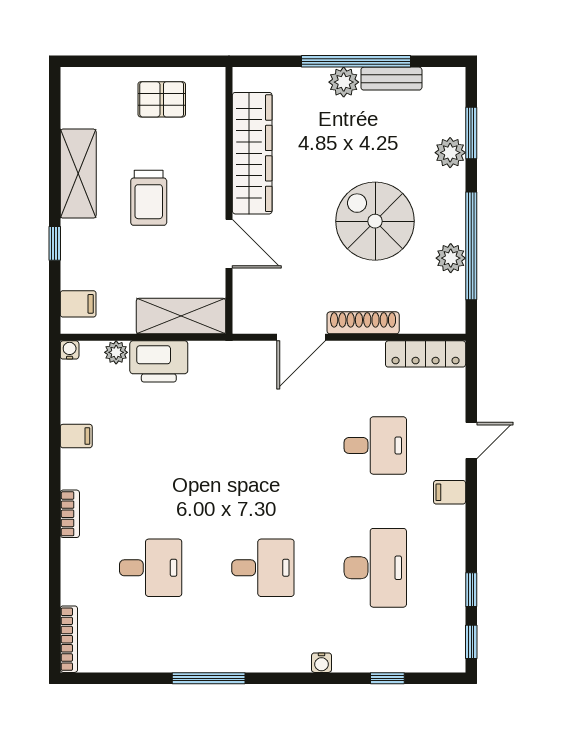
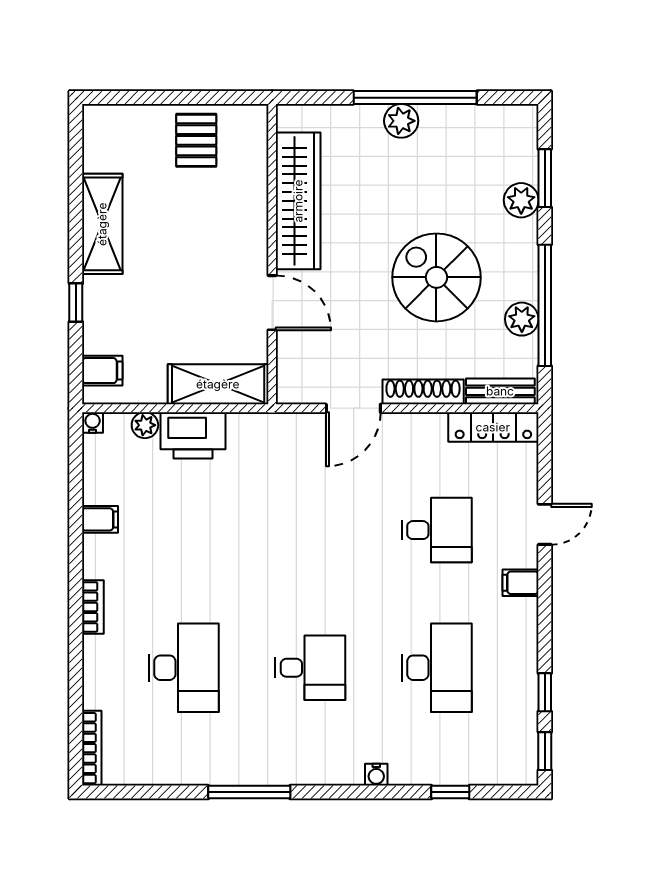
bench: (391, 79) -> (500, 391), moved
pallet: (162, 99) -> (196, 140), turned 90
trolley: (149, 198) -> (182, 251), removed
desk: (151, 568) -> (184, 668), width x1.37

